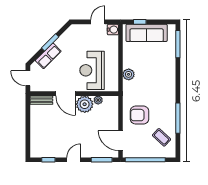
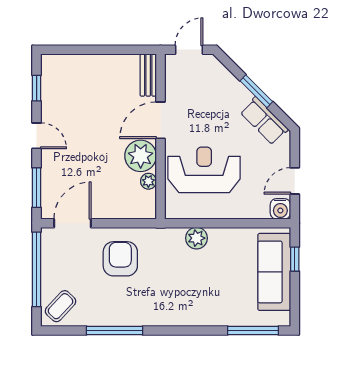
door: (98, 22) -> (295, 181), swing flipped
row of seats: (48, 56) -> (264, 121), moved
coffee table: (162, 137) -> (61, 306), moved

